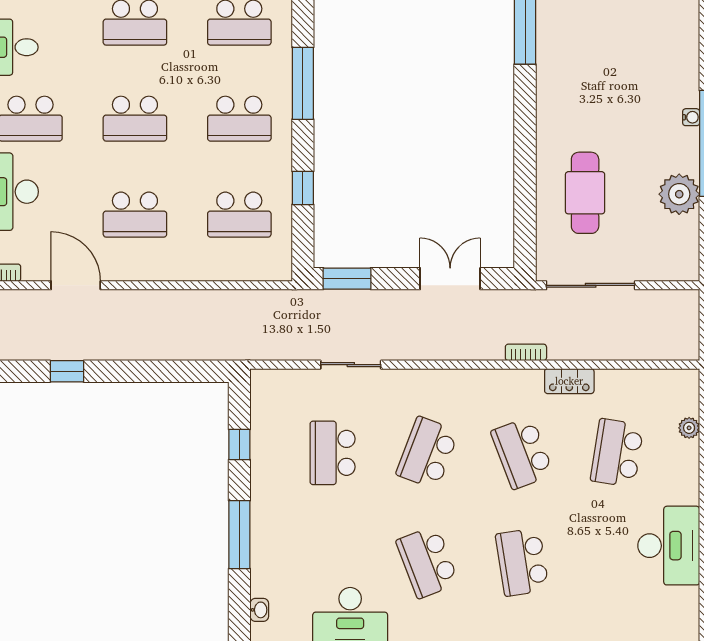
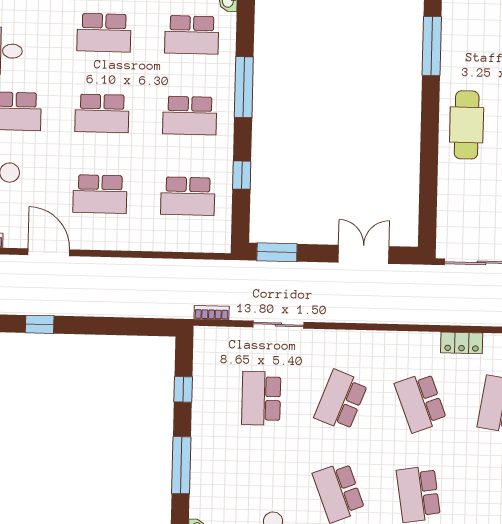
cafe table: (585, 193) -> (467, 125), moved
bookcase: (526, 352) -> (212, 313), moved

